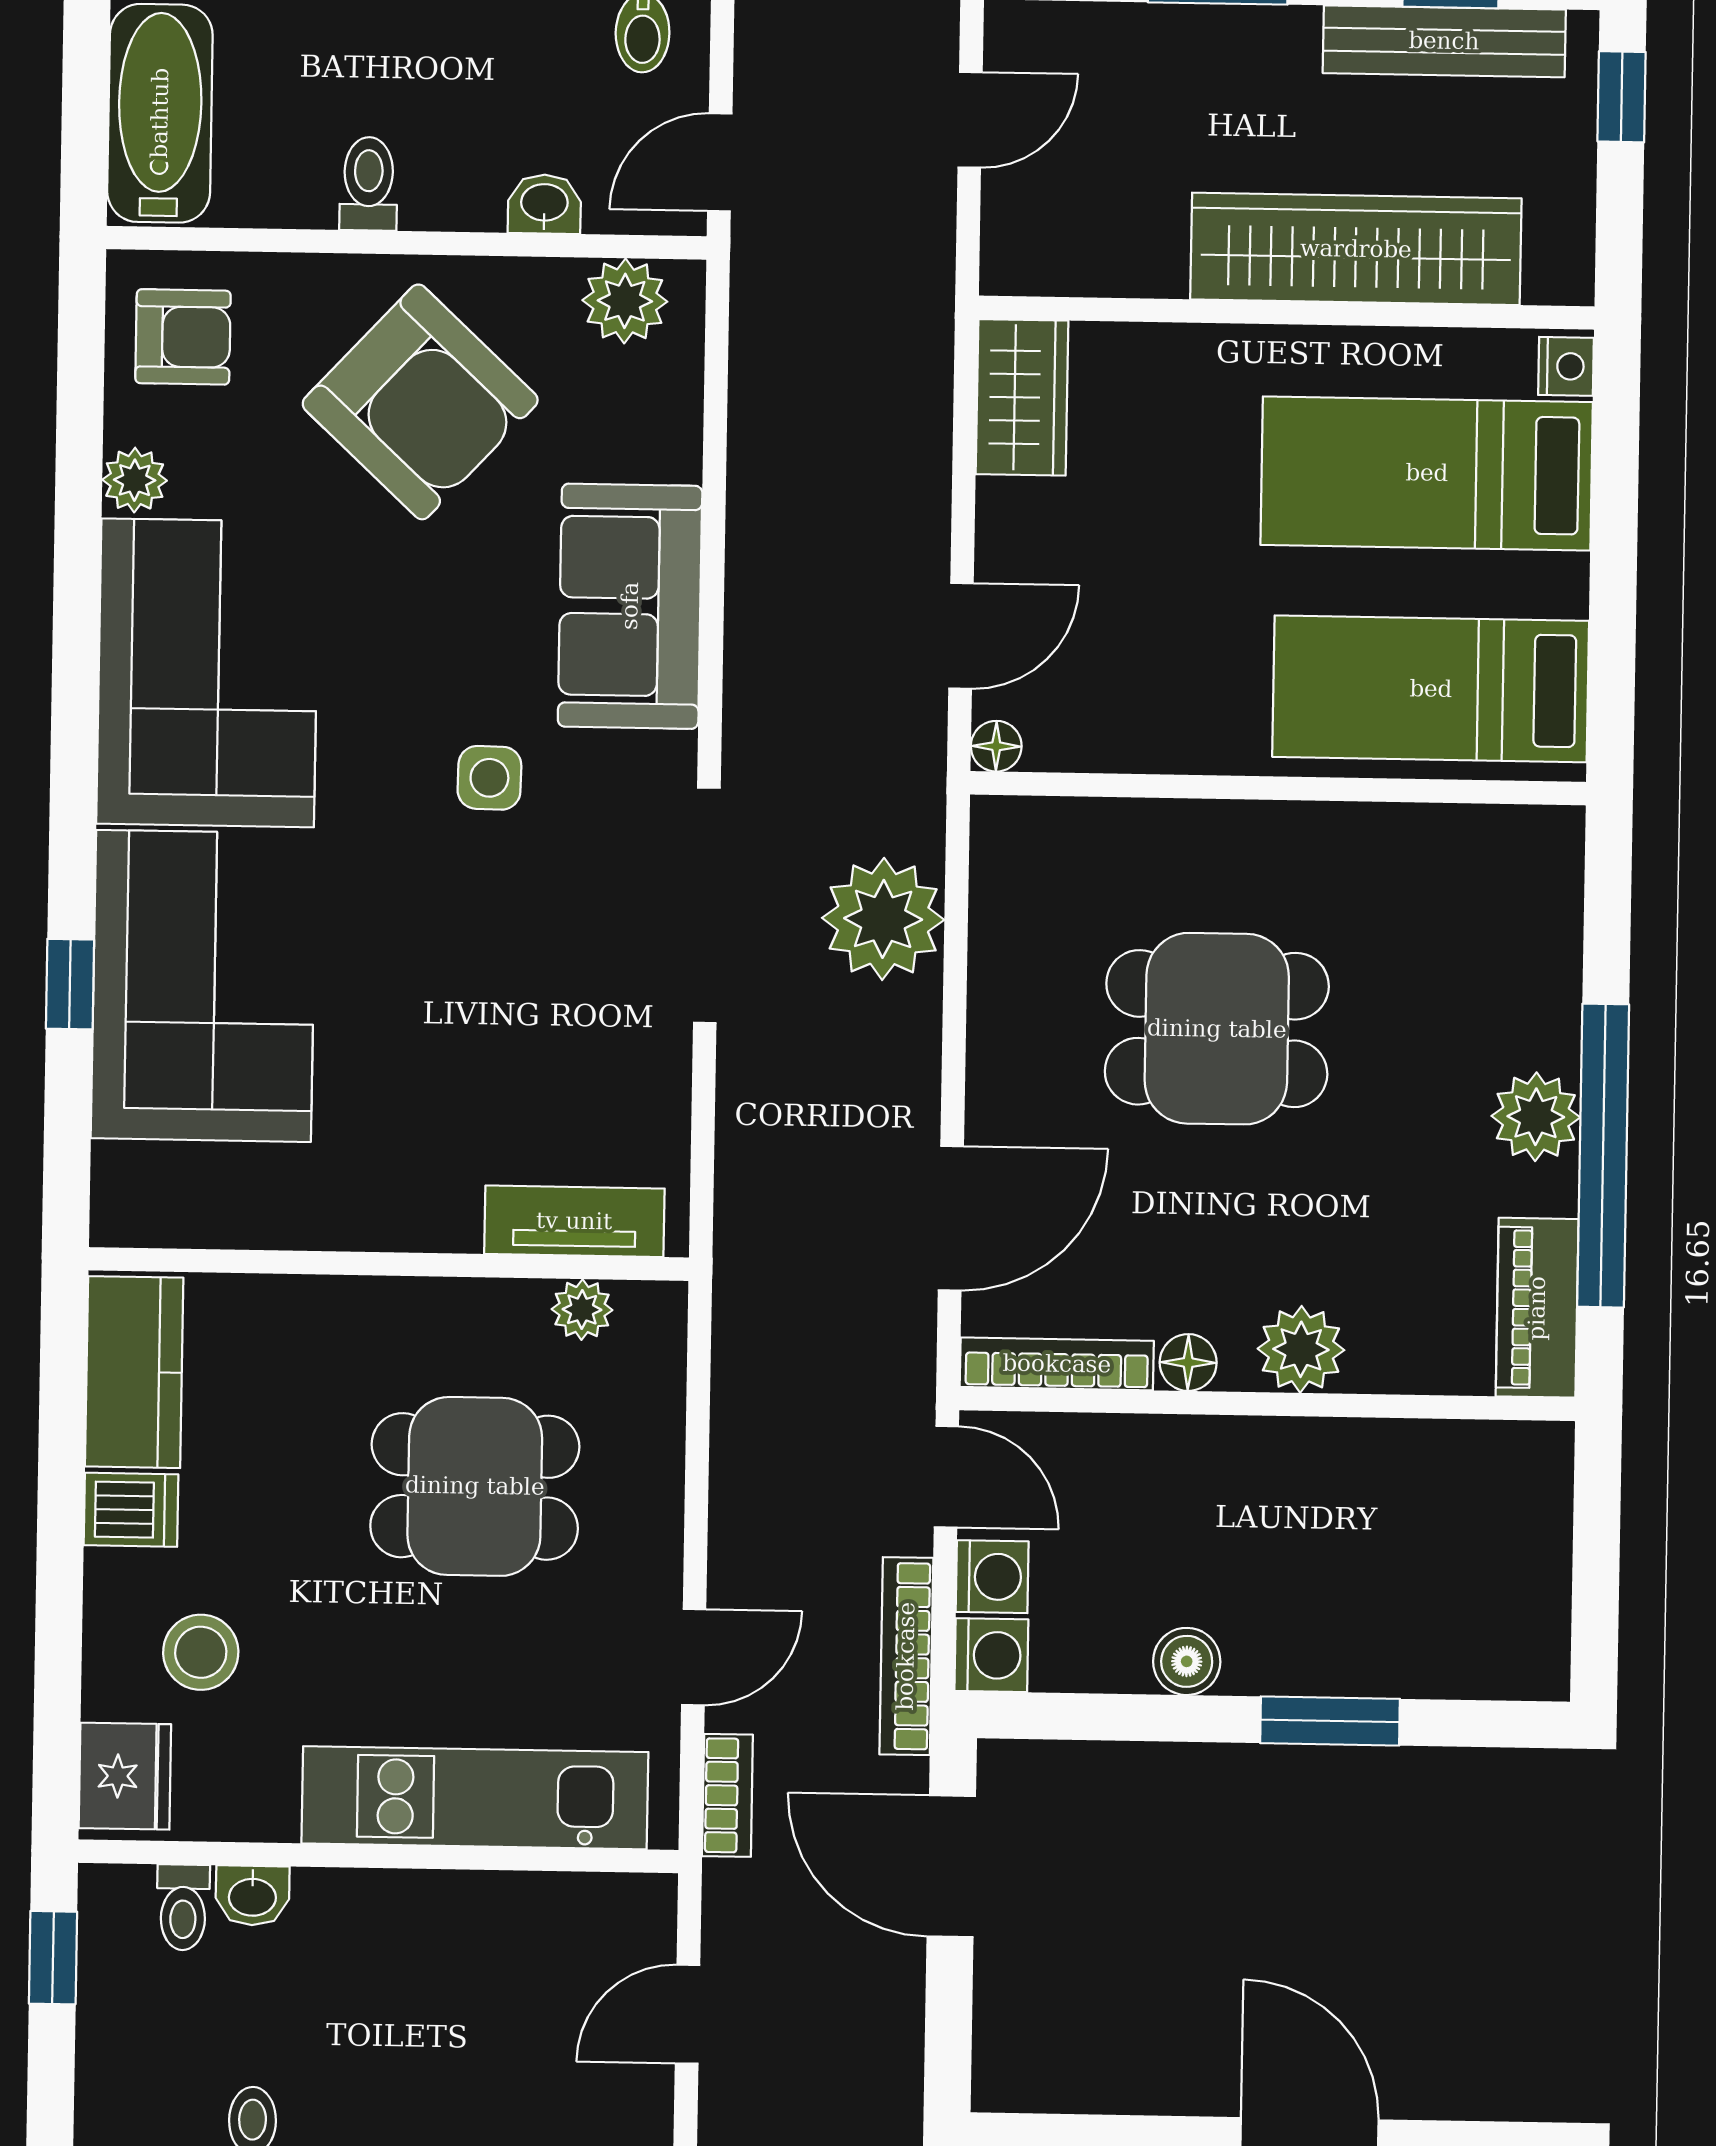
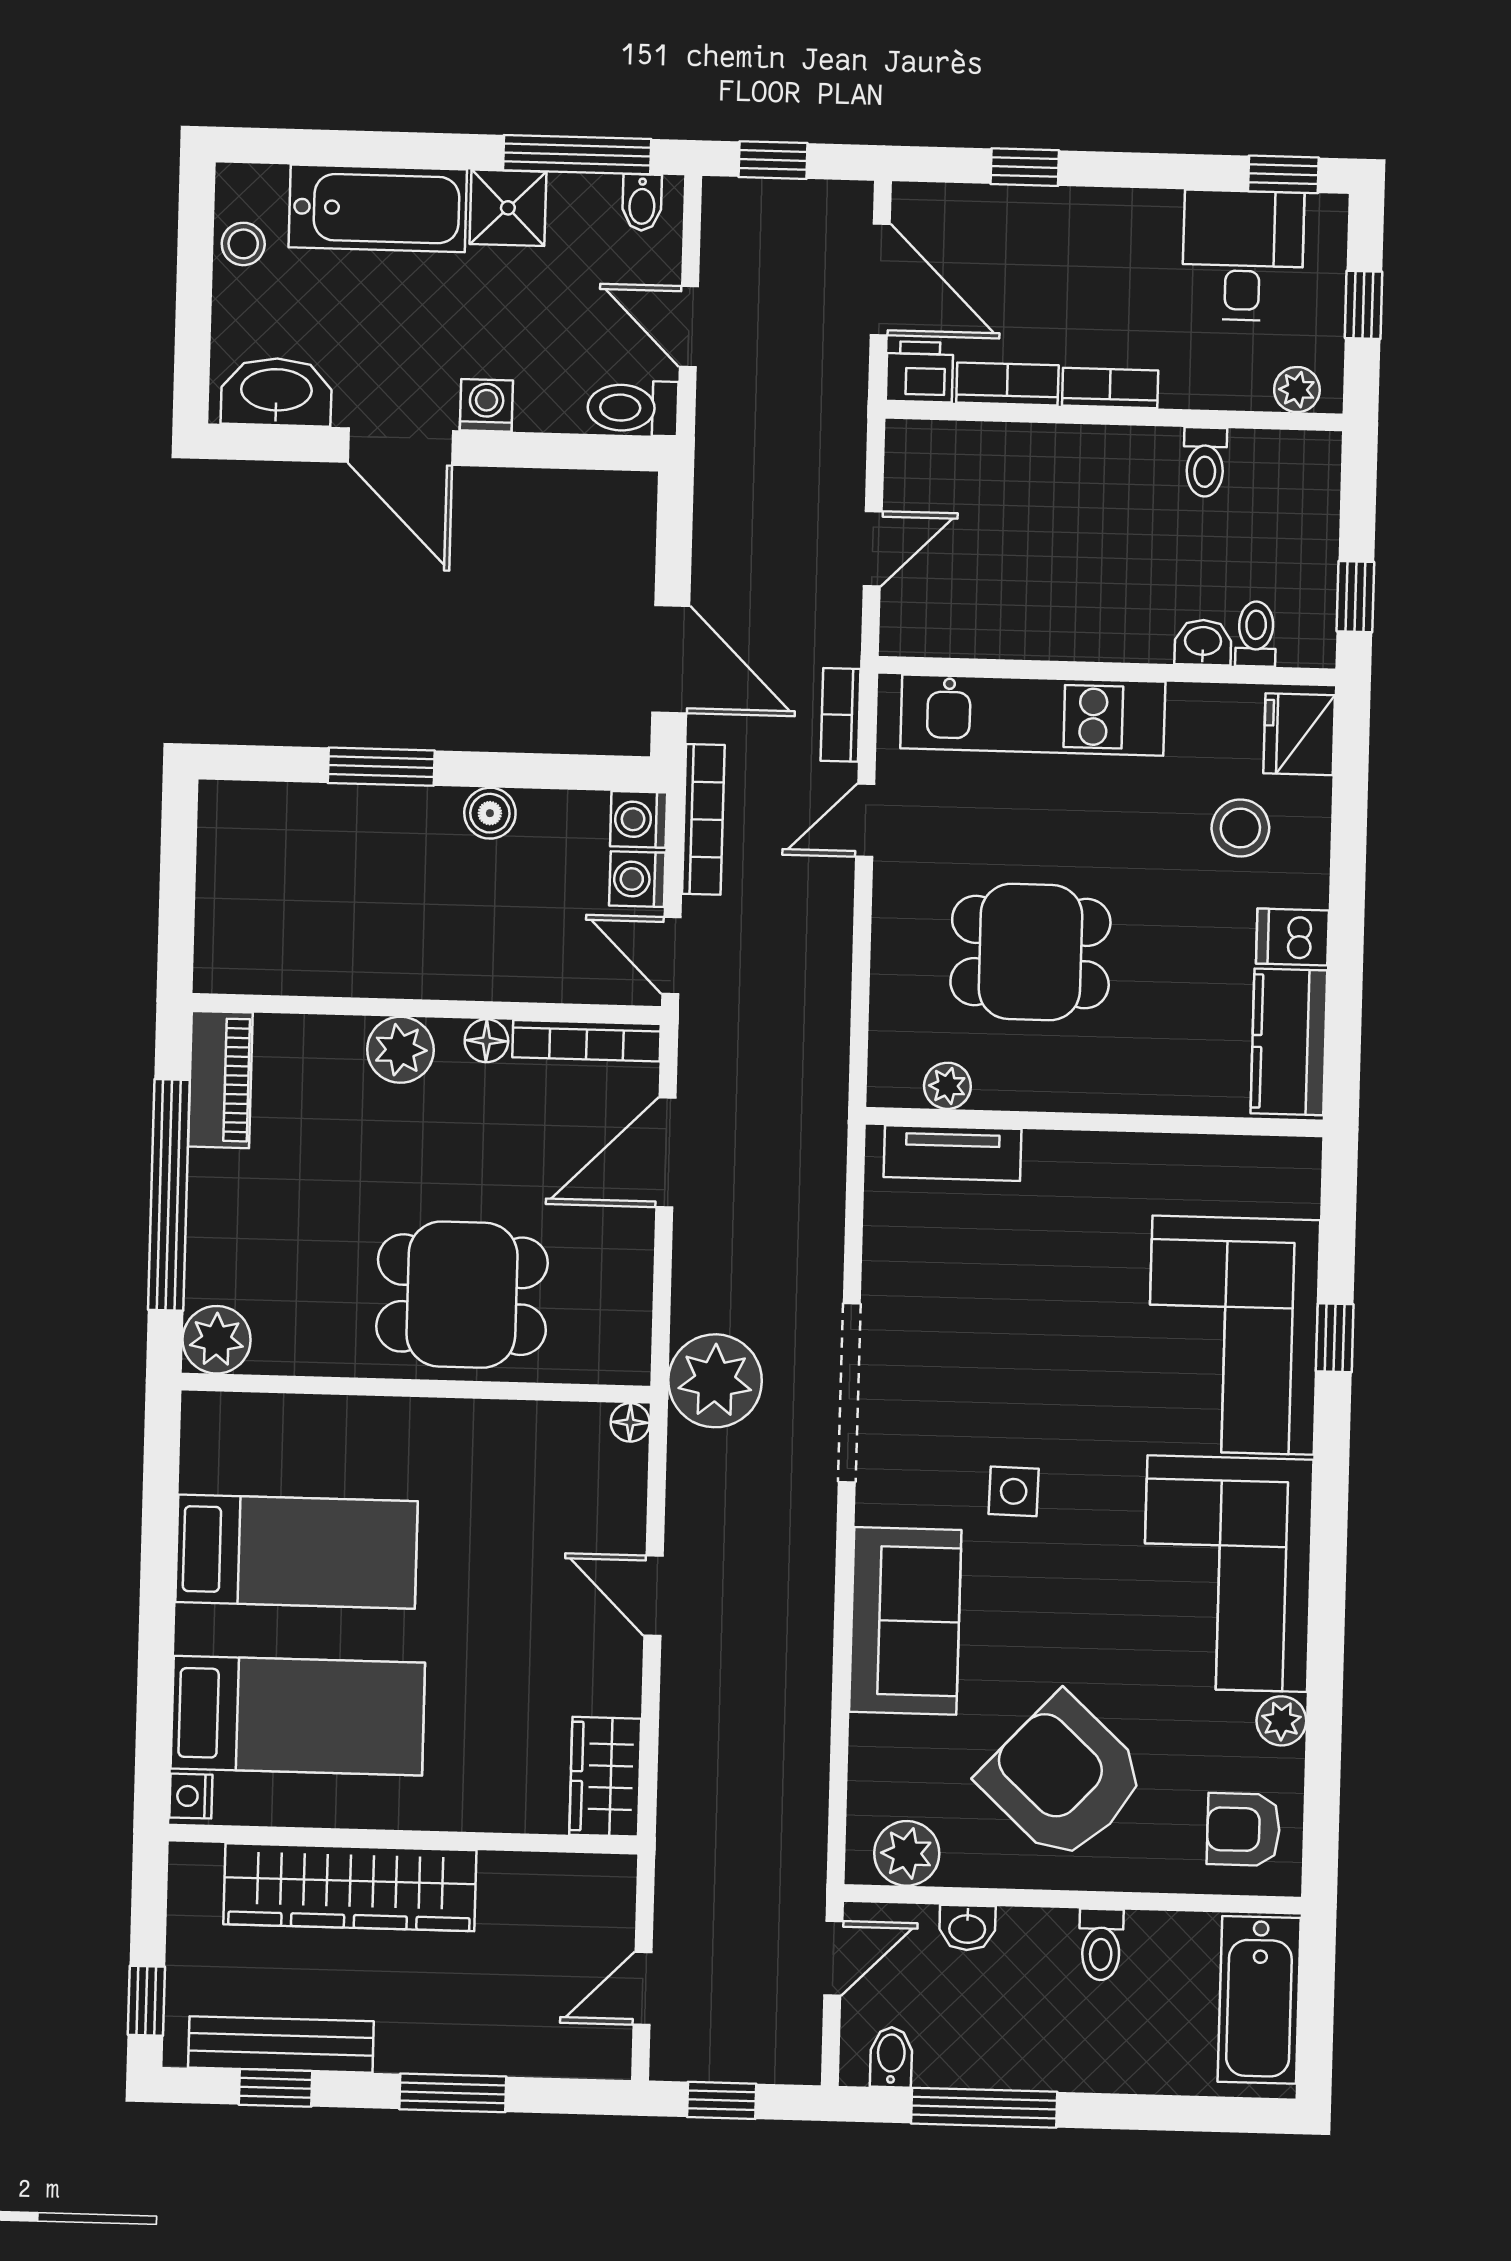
door: (961, 636) -> (653, 1596), hinge flipped
floor lamp: (996, 746) -> (630, 1422), moved
wall: (1278, 788) -> (416, 1388), moved
plant: (1536, 1117) -> (217, 1340), moved

